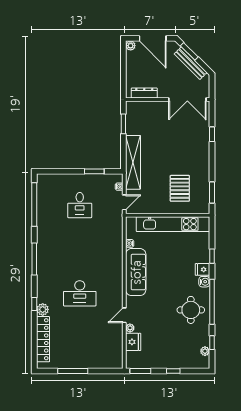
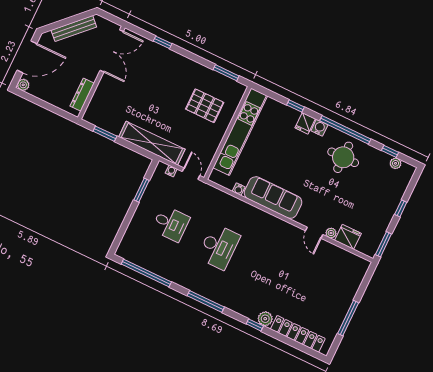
window: (189, 51) -> (60, 24), removed
desk: (80, 293) -> (219, 247), moved

